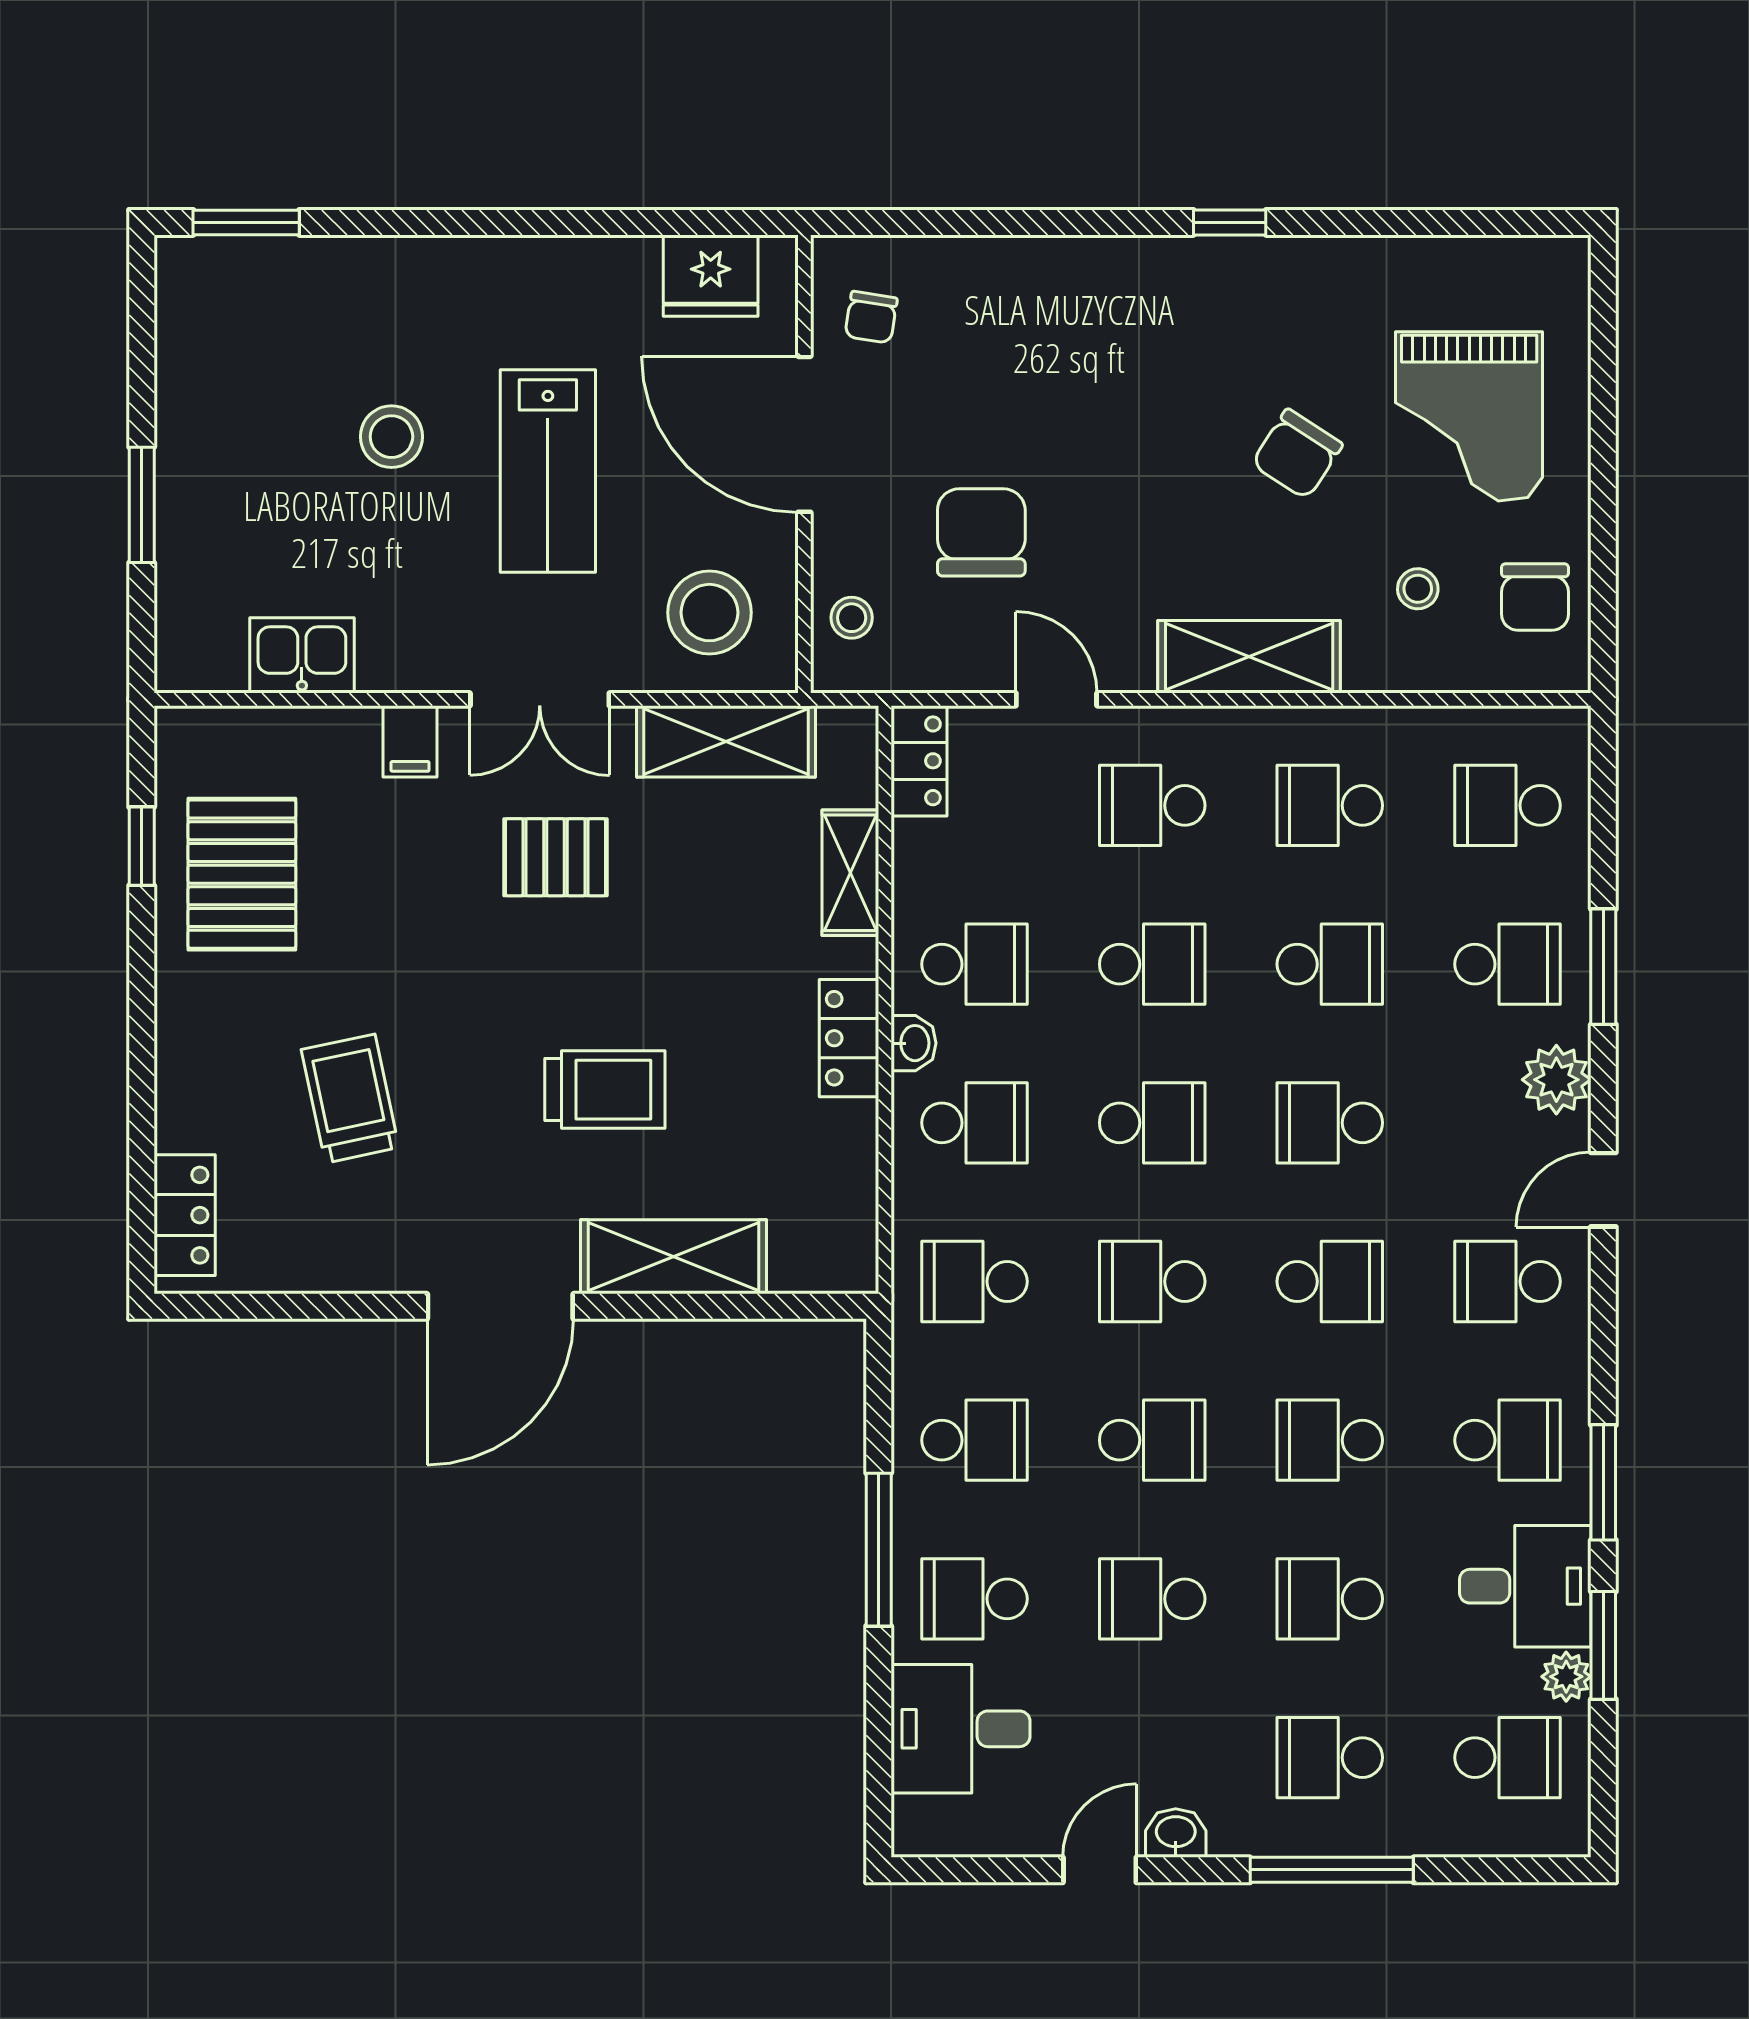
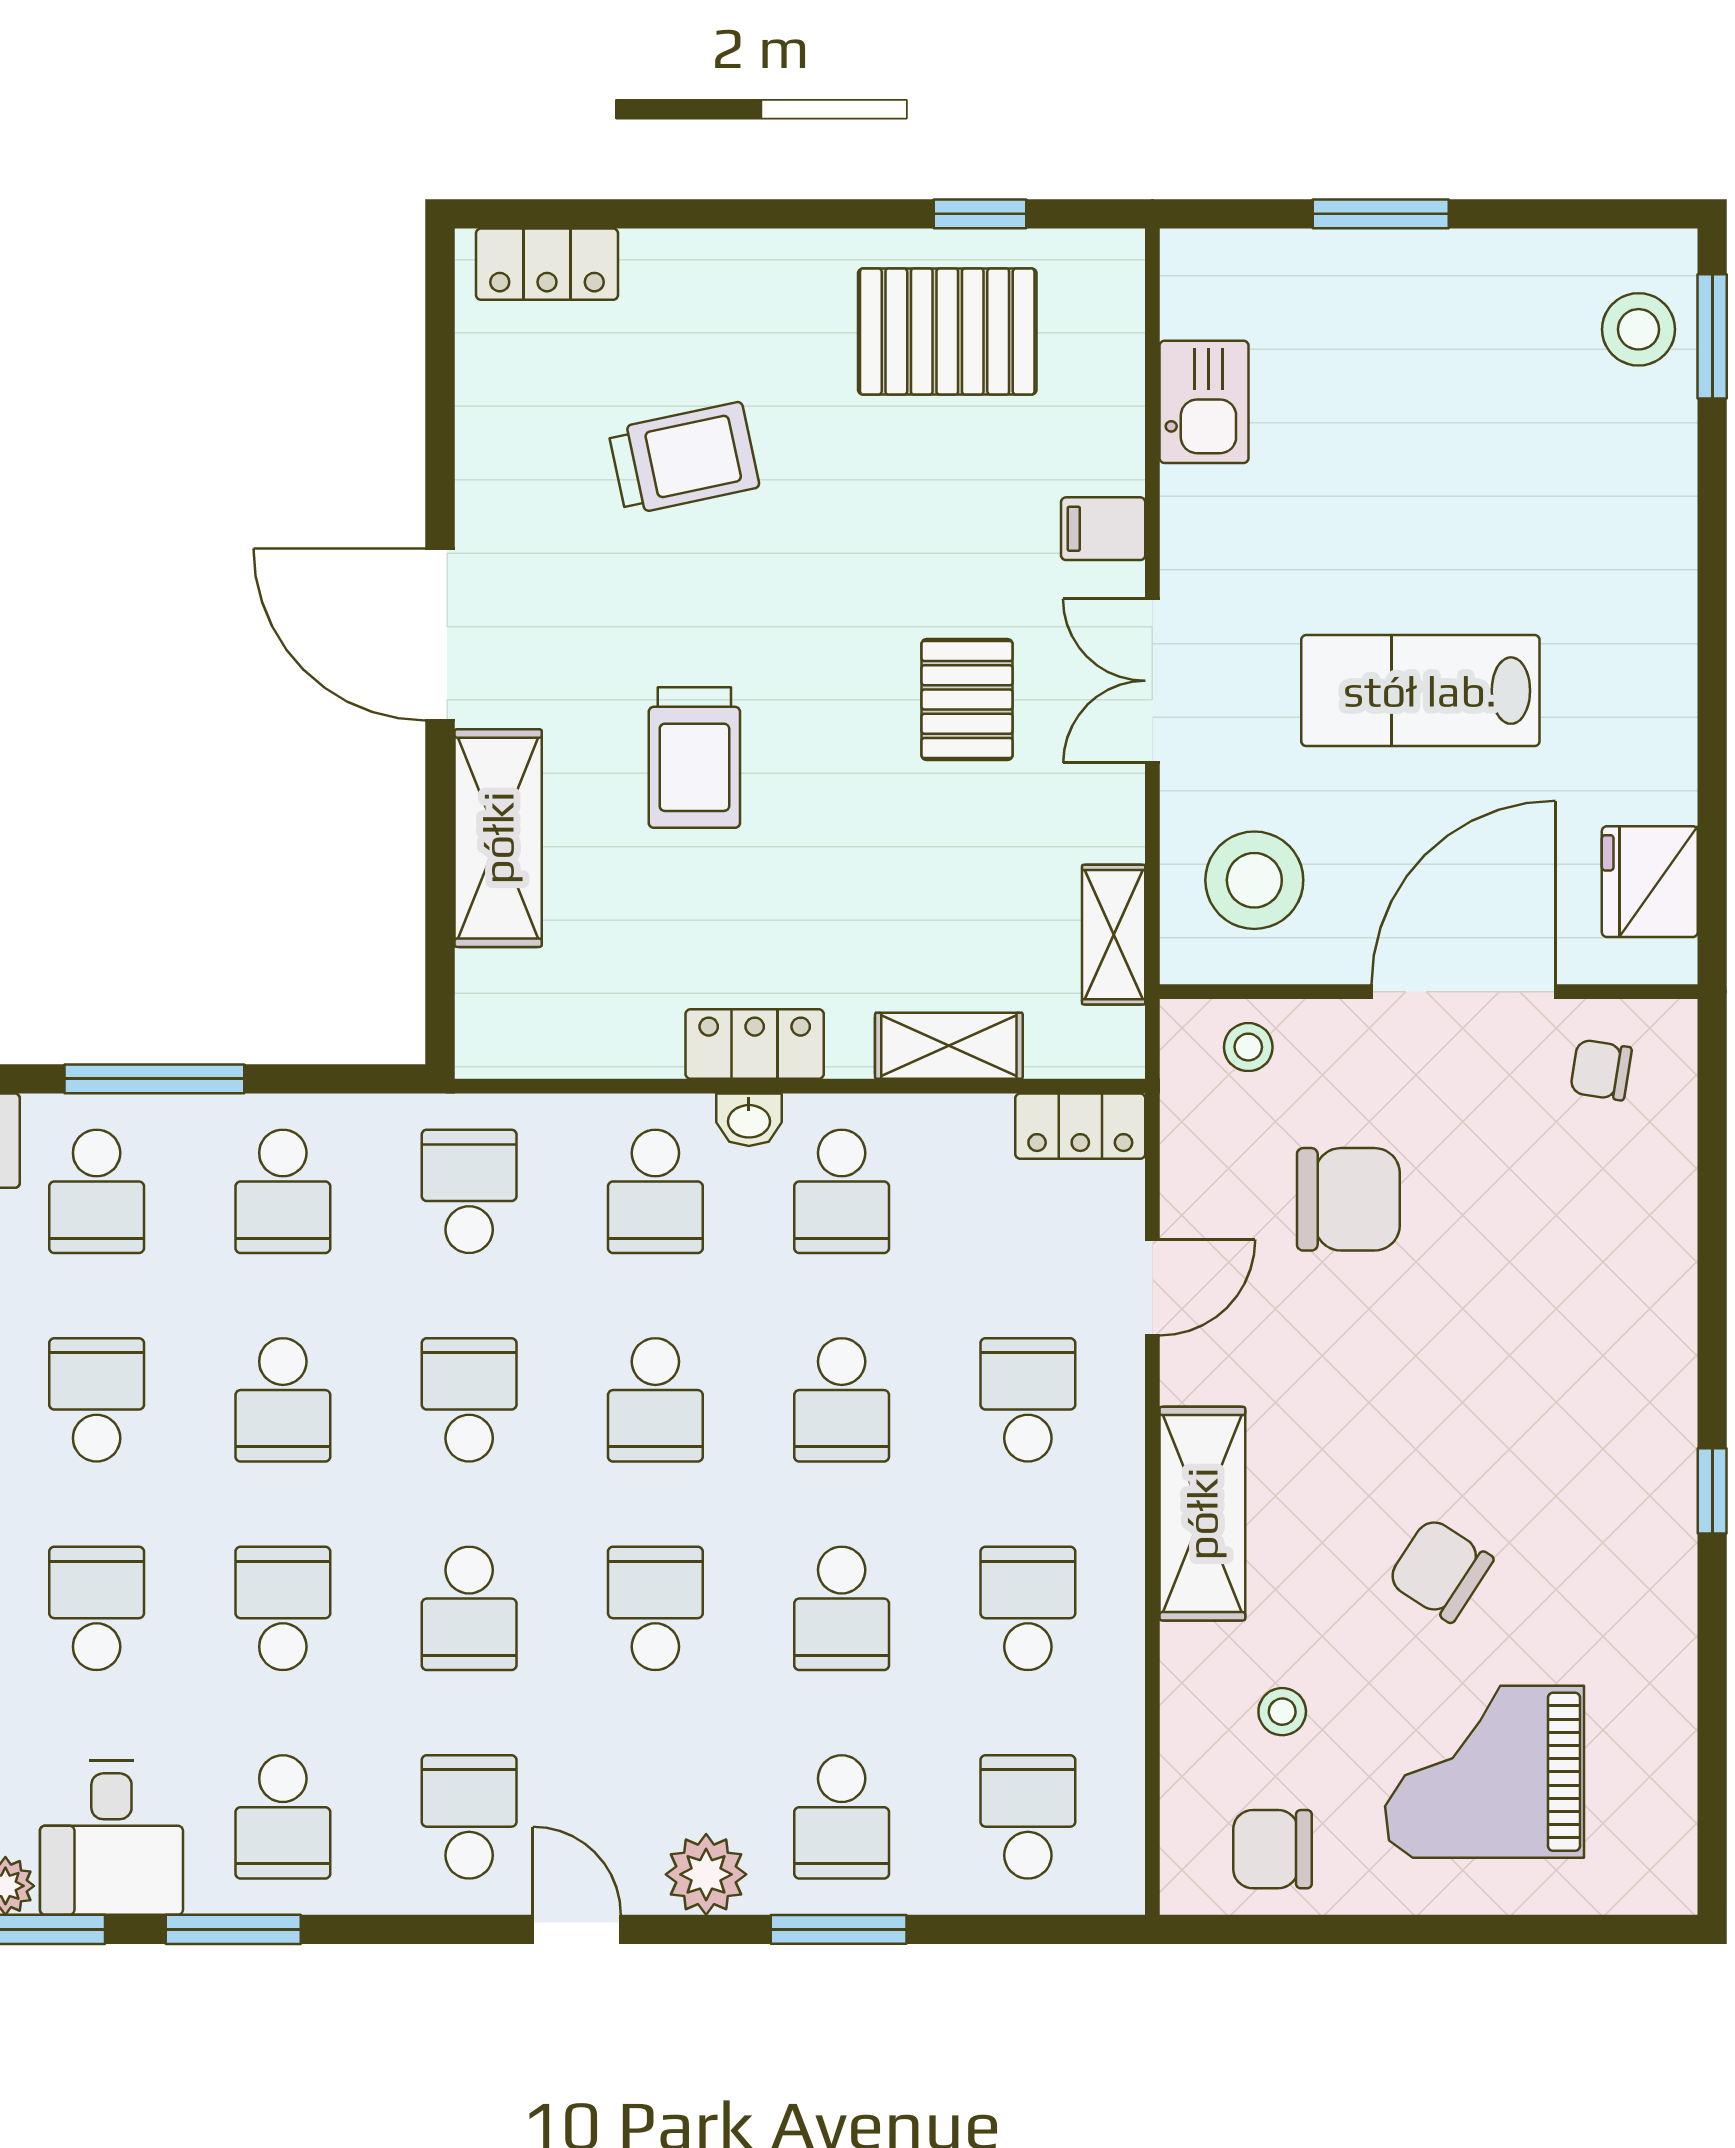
stool: (391, 437) -> (1639, 329), moved
shelving: (726, 741) -> (1114, 935), width x0.67, depth x0.75
school desk: (974, 1599) -> (97, 1191), turned 180

